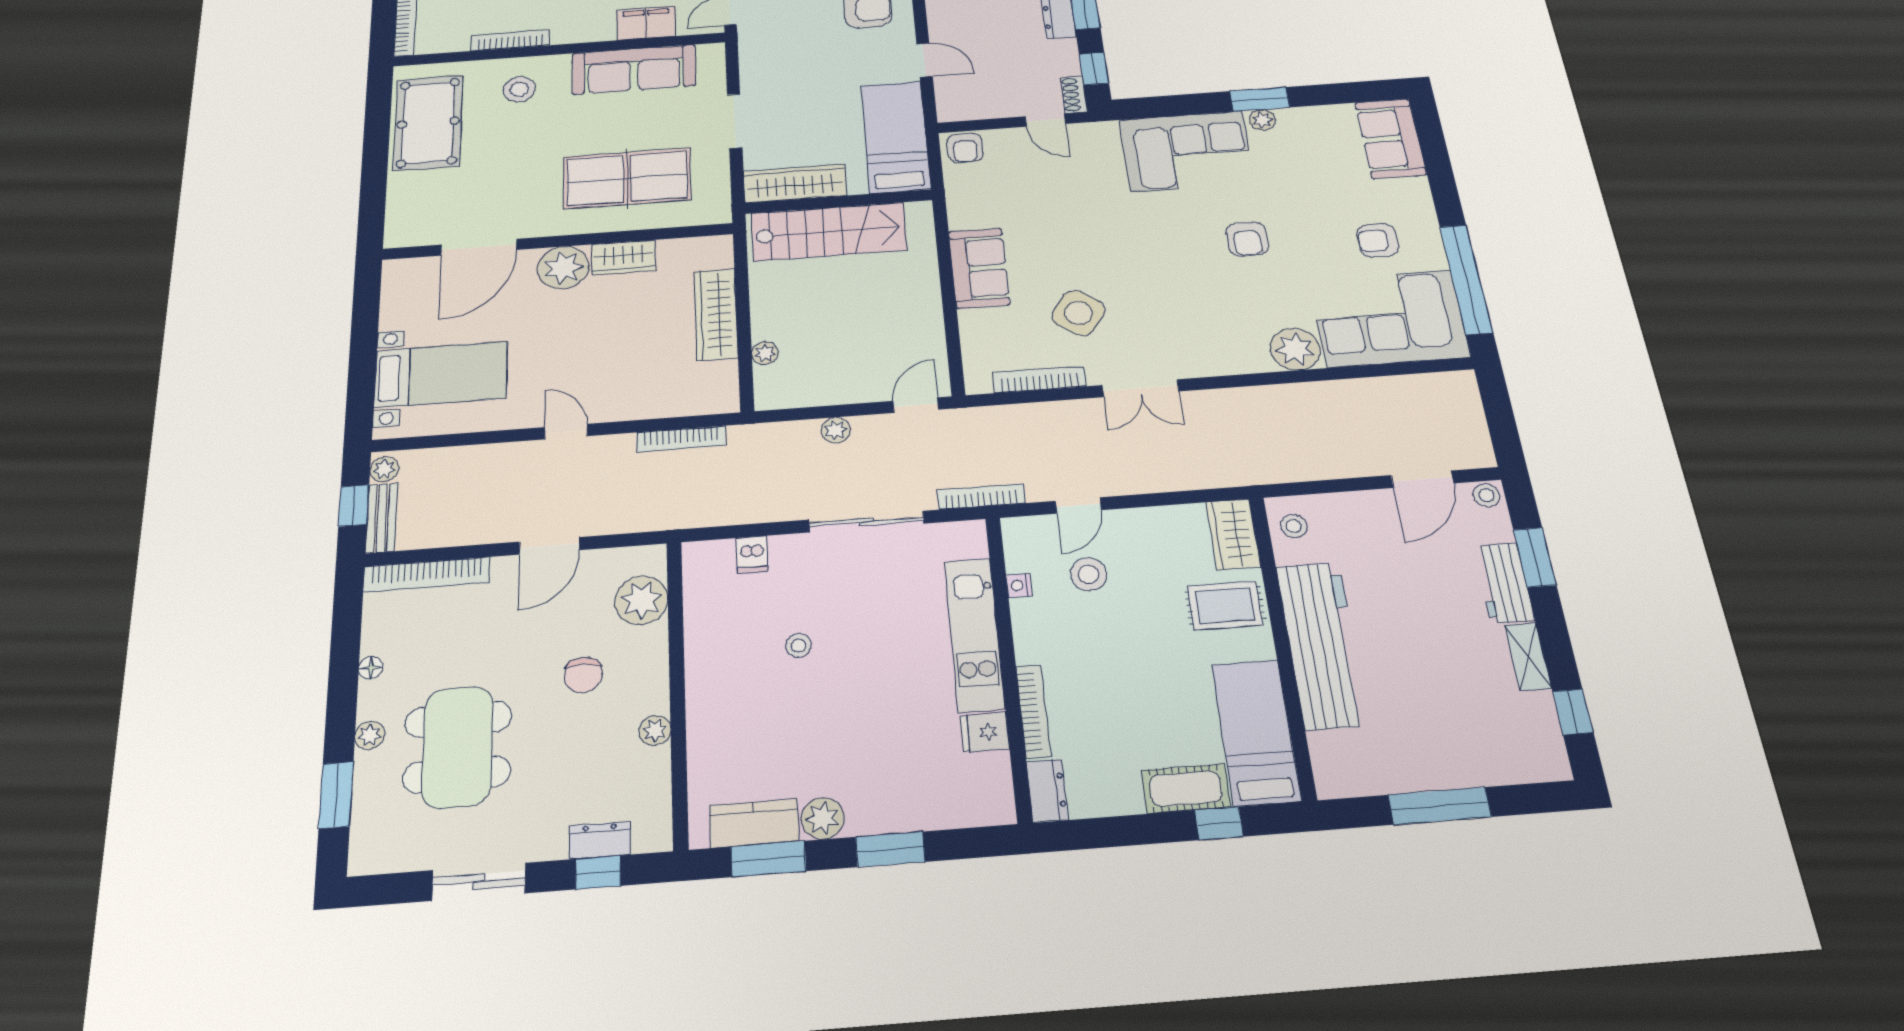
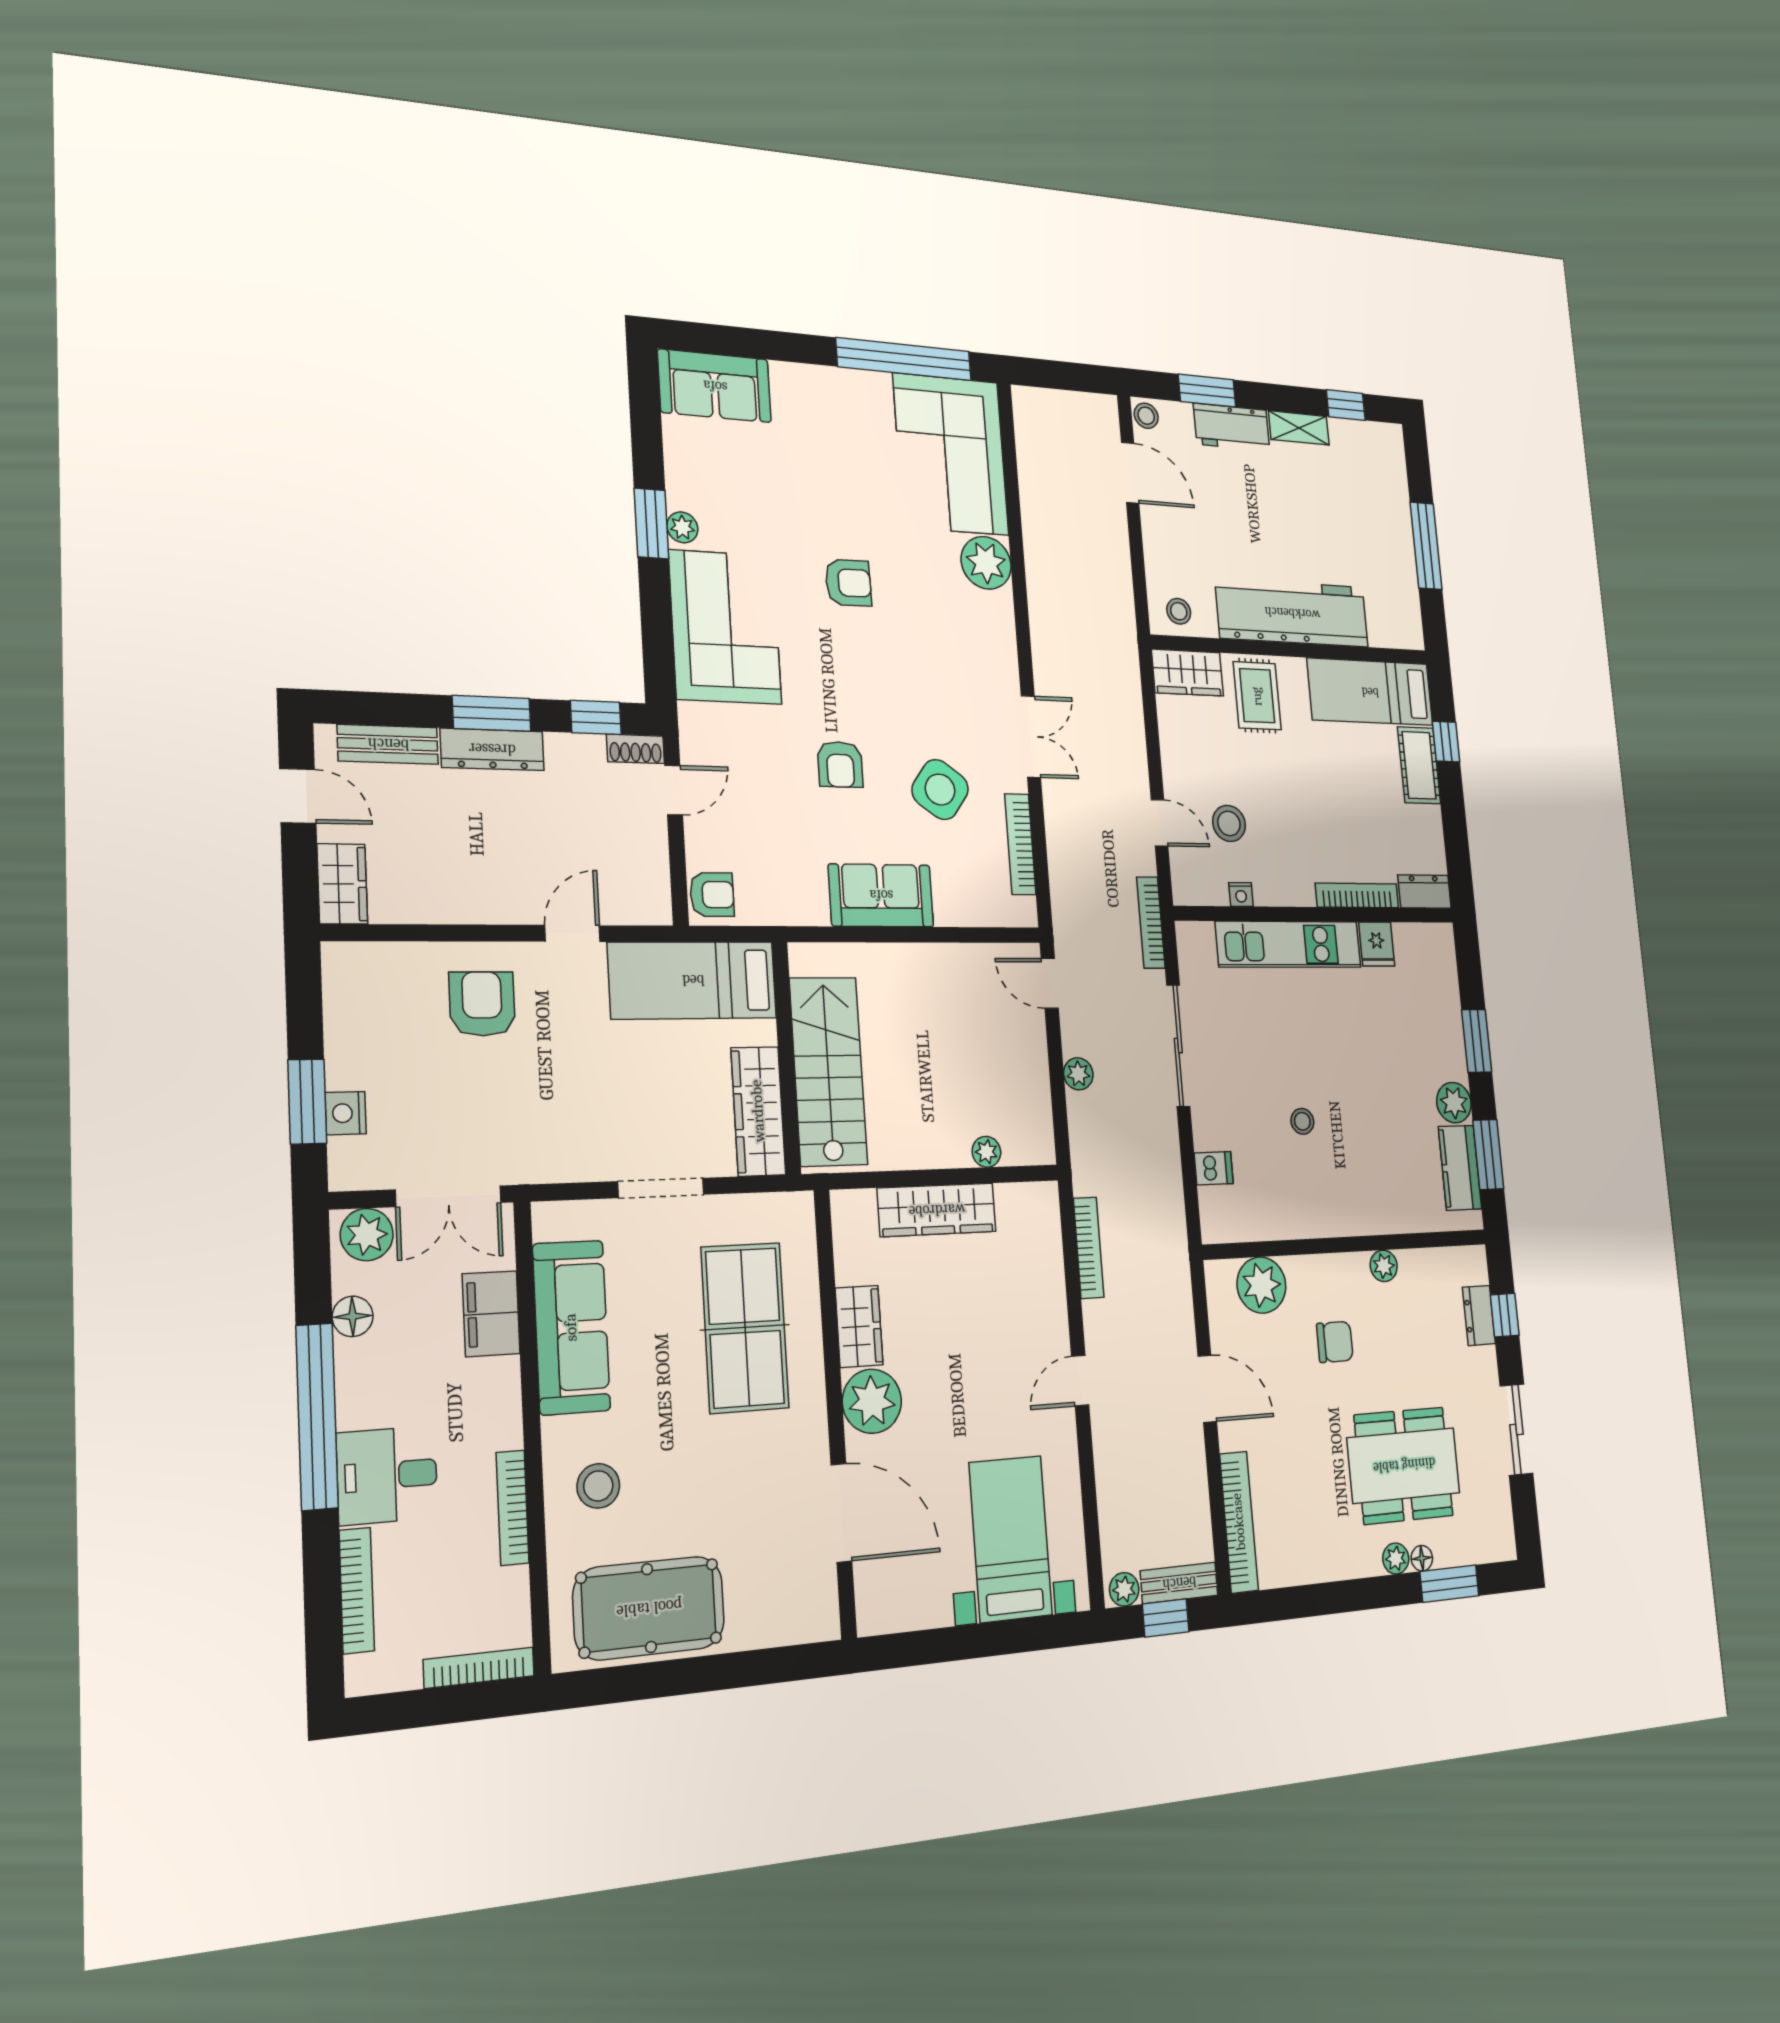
armchair: (1378, 240) -> (840, 764), moved
floor lamp: (371, 668) -> (1422, 1558), moved

